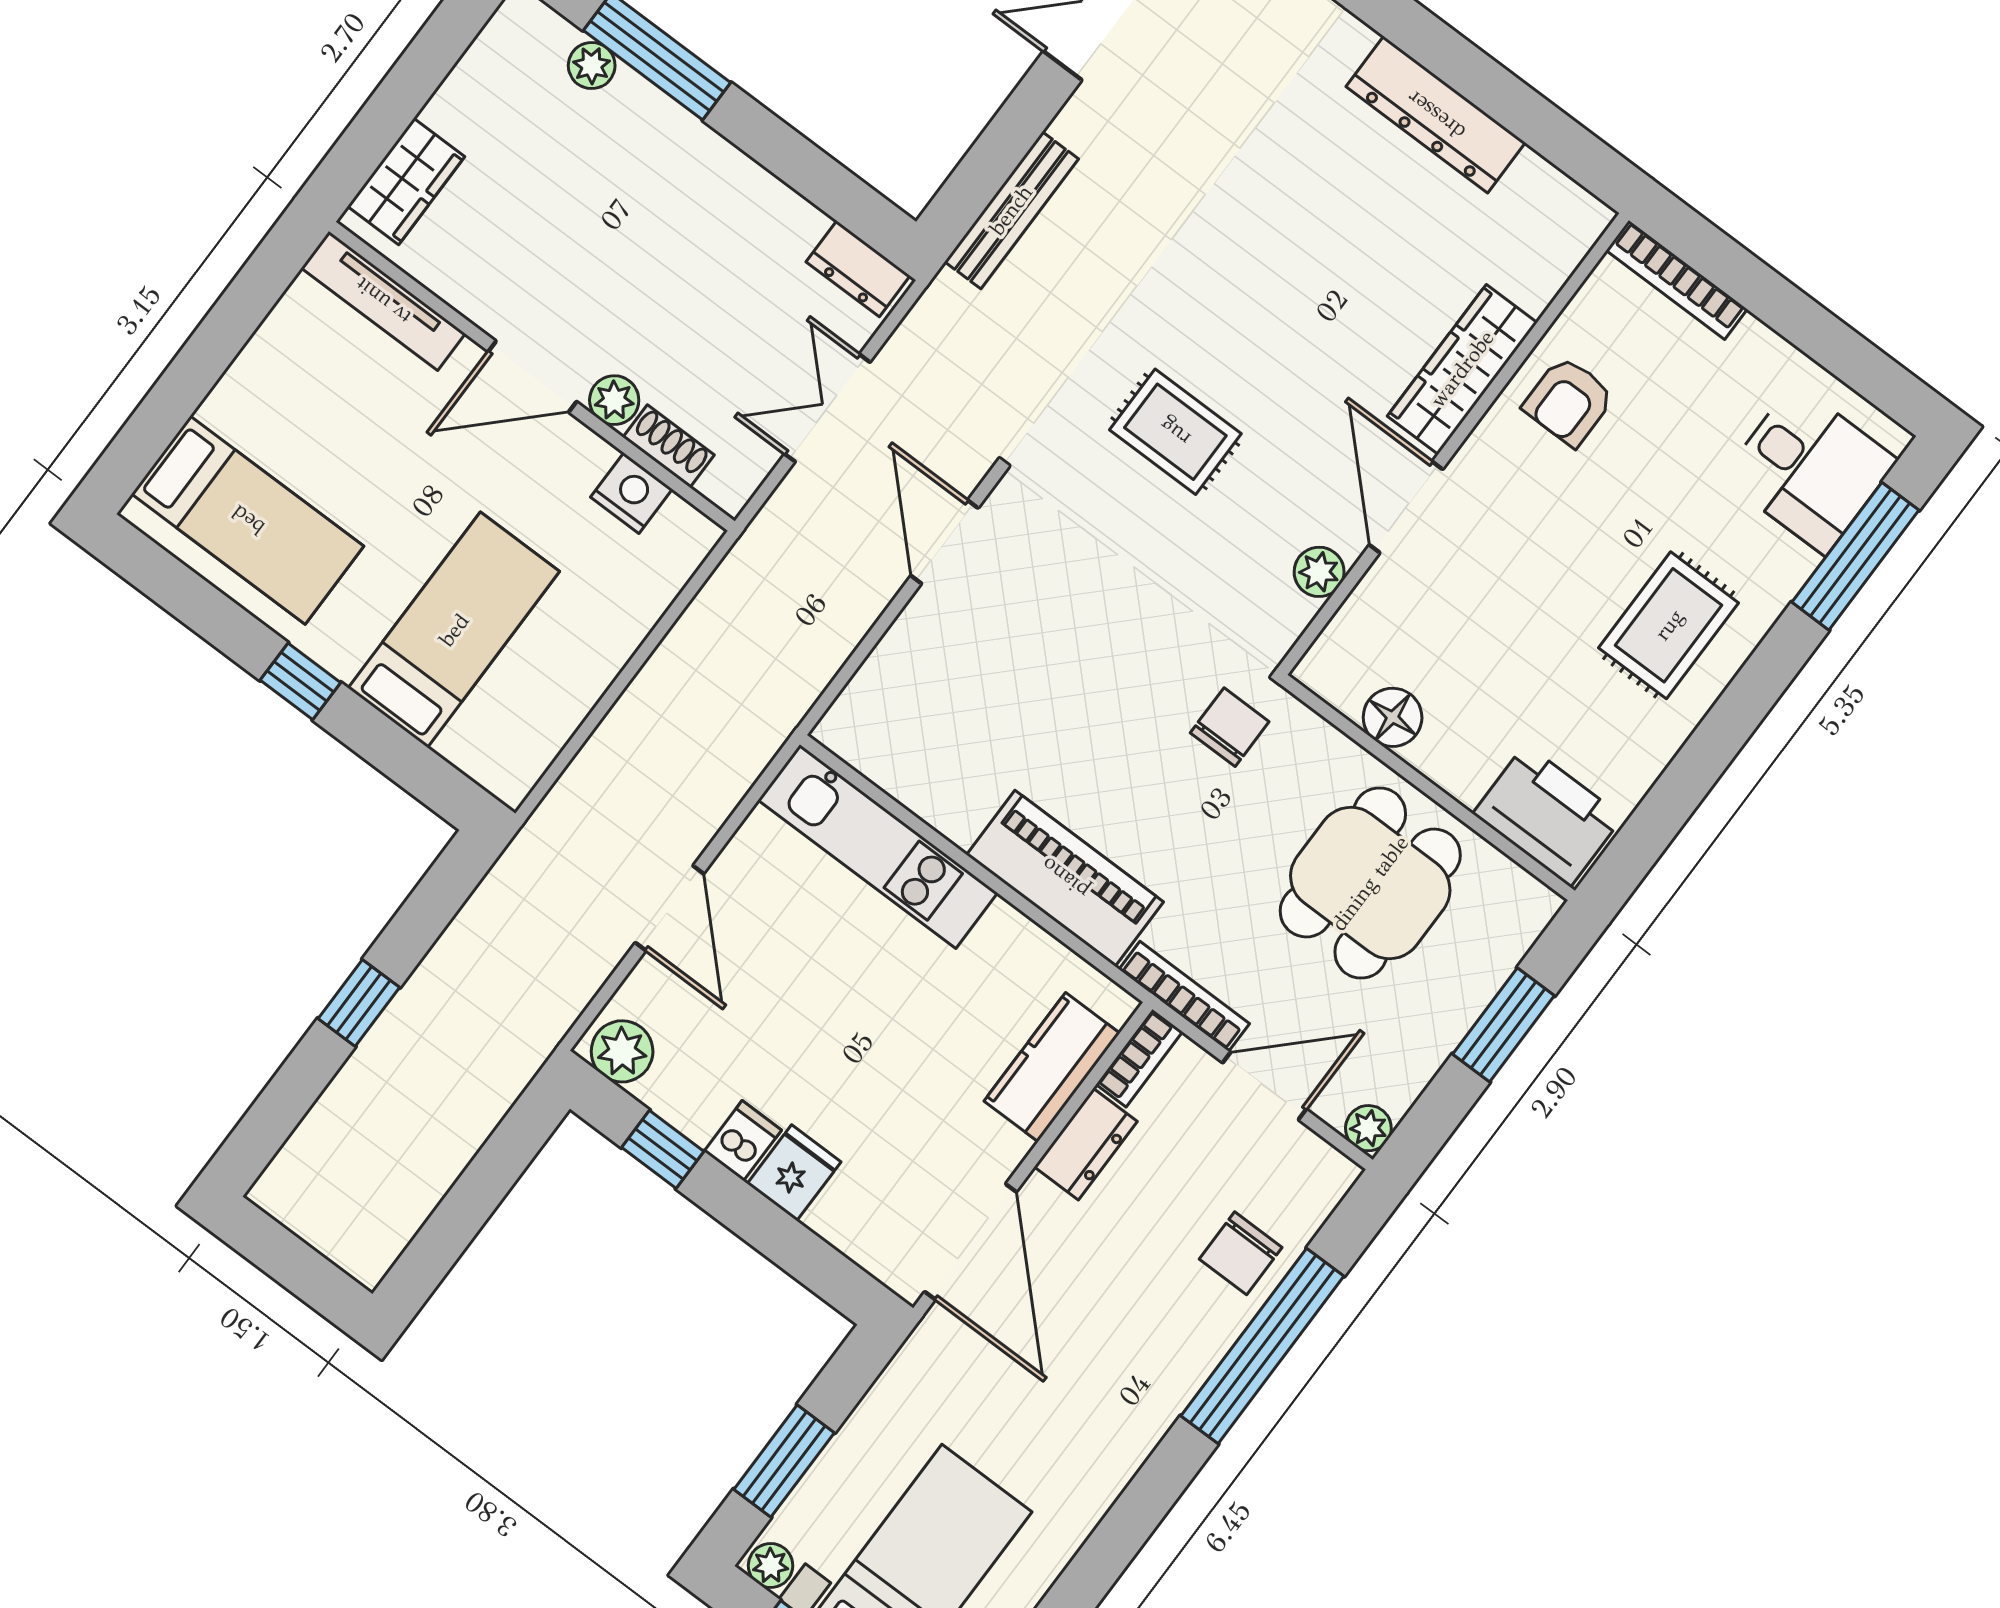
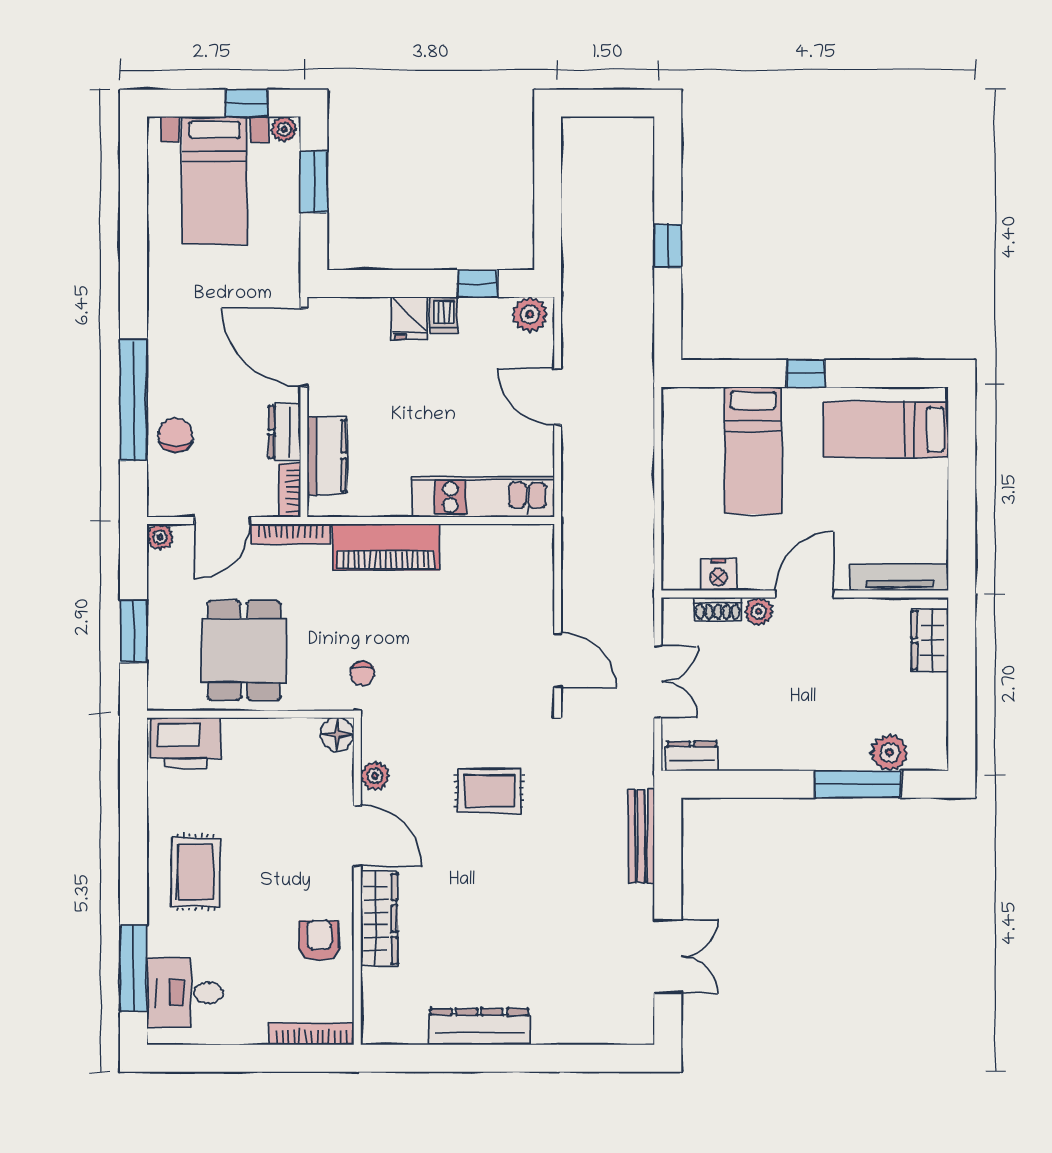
plant: (592, 65) -> (890, 753), width x1.38, depth x1.38
floor lamp: (1393, 717) -> (337, 734), moved
chair: (1230, 727) -> (362, 674), width x0.73, depth x0.73

